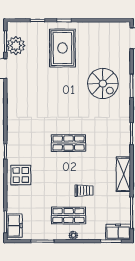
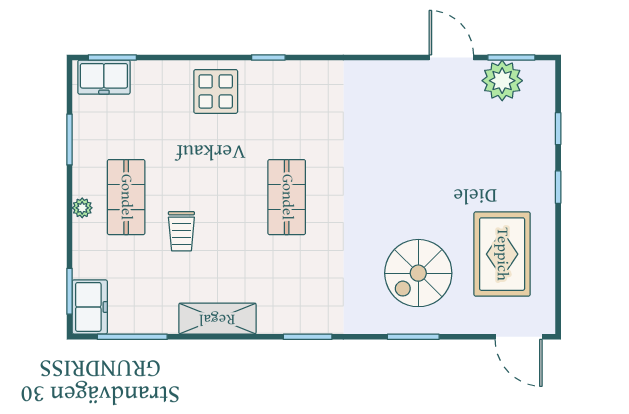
rug: (62, 48) -> (502, 254), moved, turned 90

